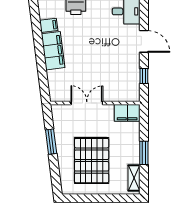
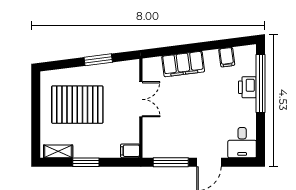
filing cabinet: (53, 51) -> (183, 64), moved
window: (144, 76) -> (171, 162), width x2.17
filing cabinet: (127, 113) -> (130, 151), width x0.50

